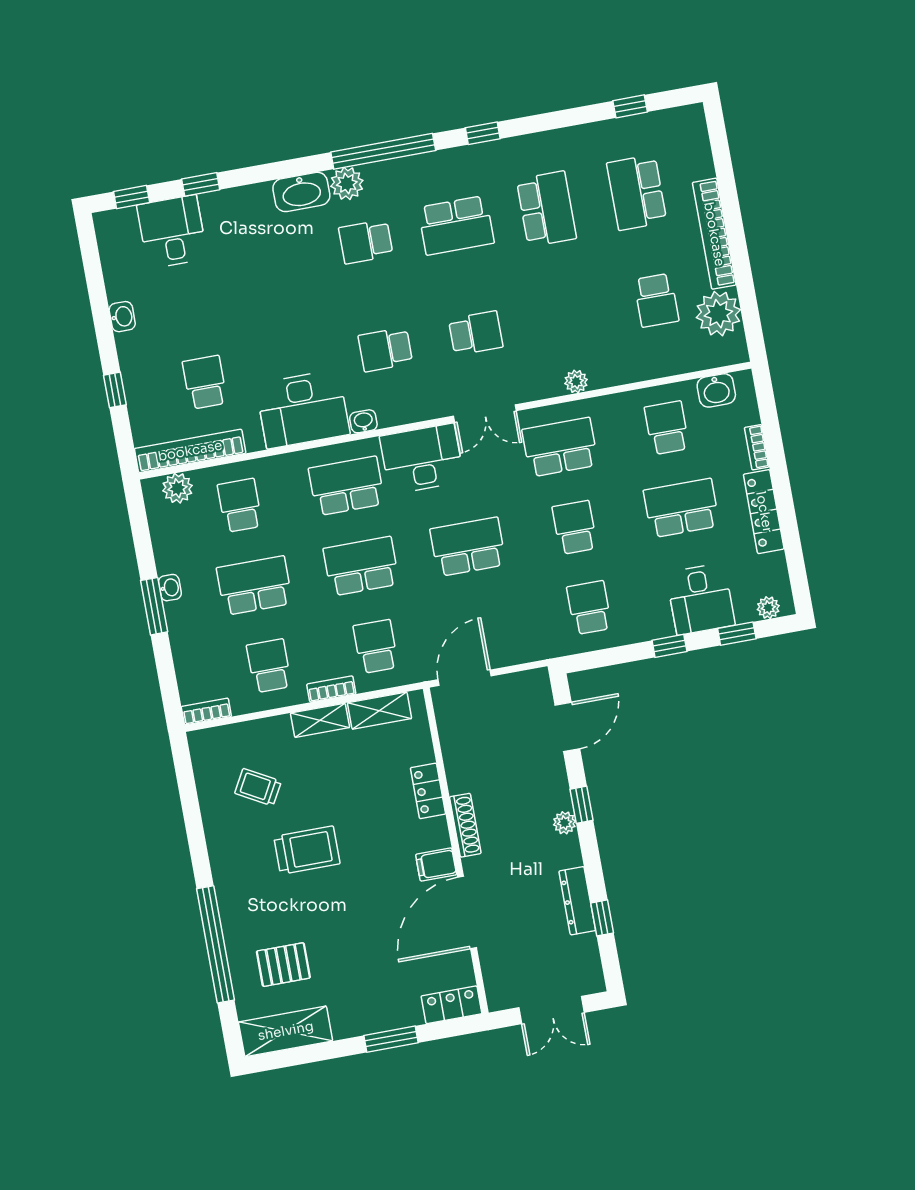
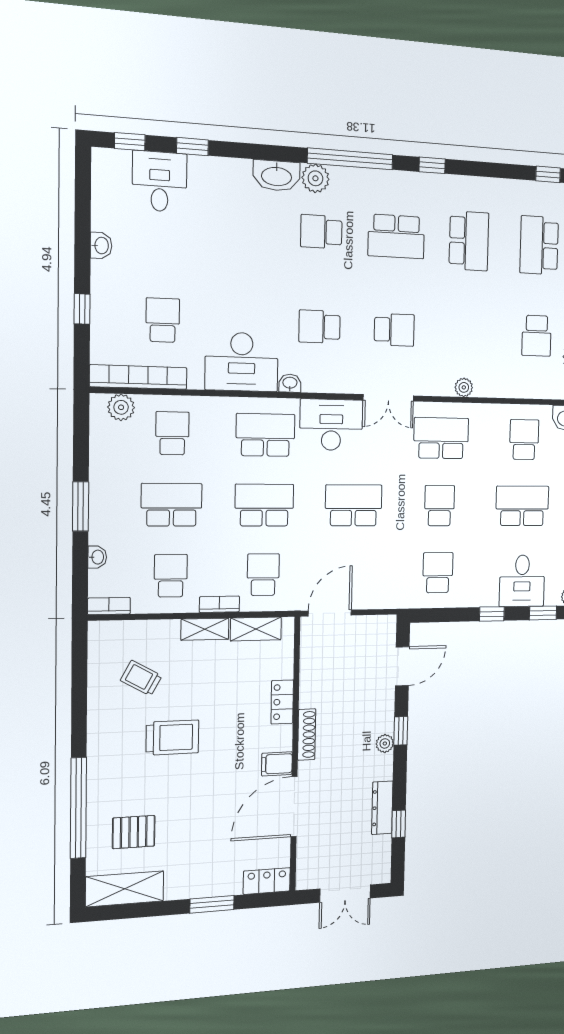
washbasin: (170, 588) -> (97, 557), moved

